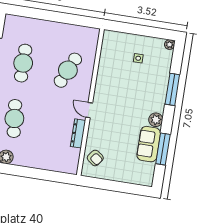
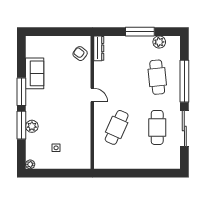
plant: (156, 120) -> (32, 126), moved
dresser: (78, 133) -> (99, 48), moved
window: (163, 149) -> (21, 92), moved
window: (26, 172) -> (140, 32), added

